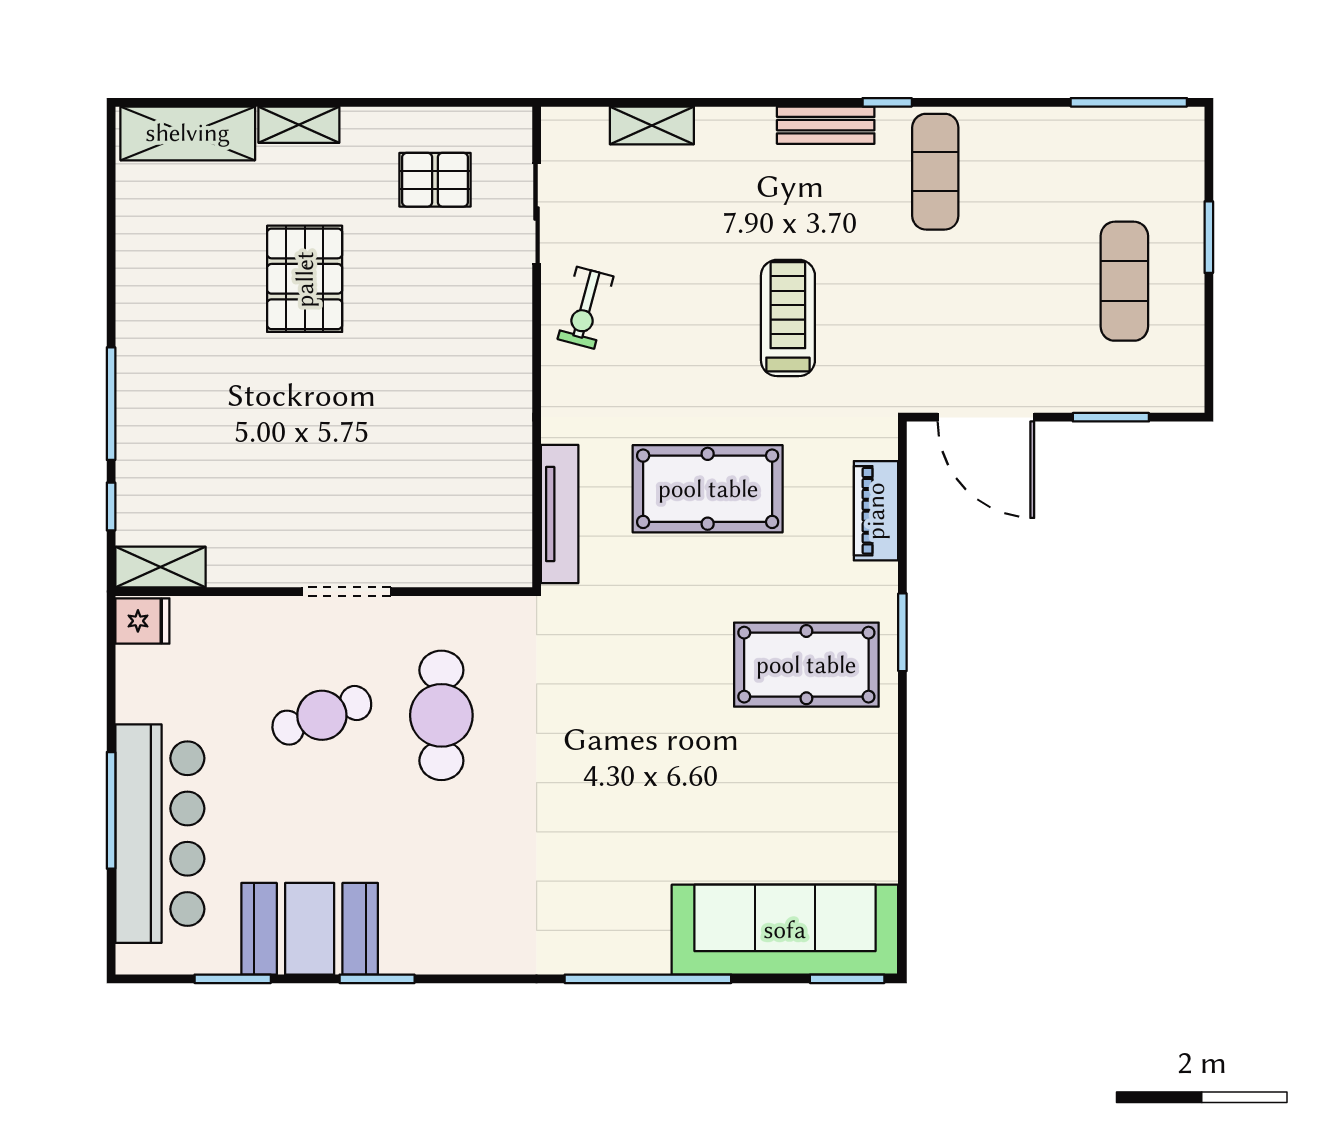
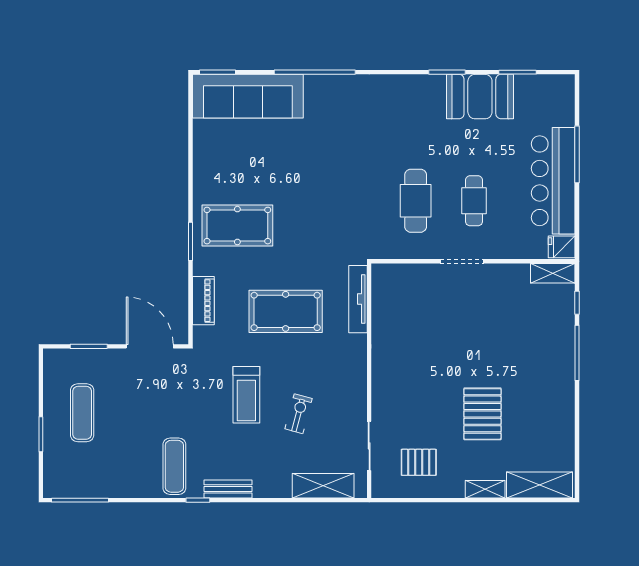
shelving: (652, 125) -> (323, 486), width x1.50, depth x1.33
exercise bike: (586, 308) -> (299, 414), moved
cafe table: (322, 715) -> (474, 201), turned -70
bar counter: (160, 834) -> (553, 181), moved

